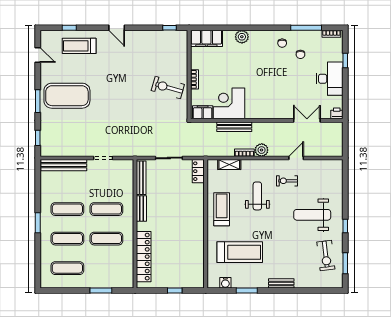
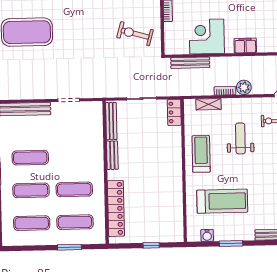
exercise bike: (168, 88) -> (135, 34), moved
filing cabinet: (203, 112) -> (245, 46), moved
bench: (234, 127) -> (190, 63), moved
exercise mat: (106, 209) -> (75, 222), moved

